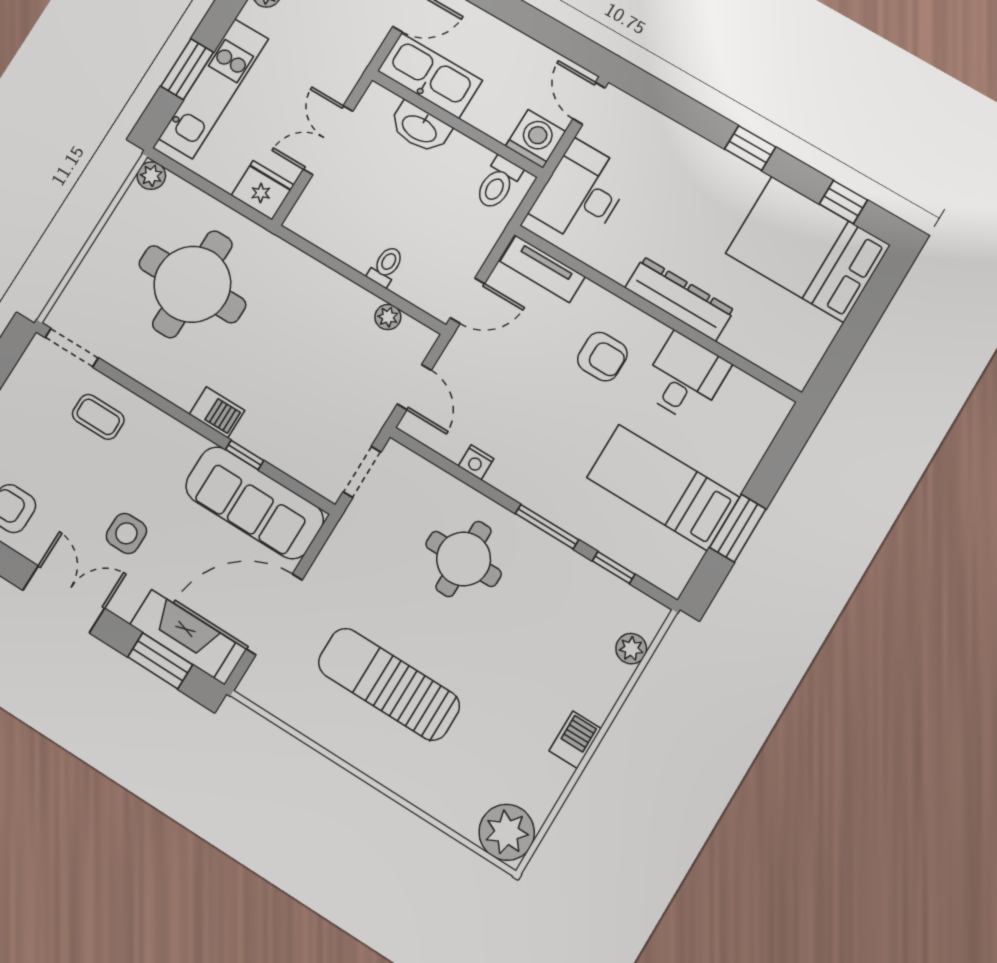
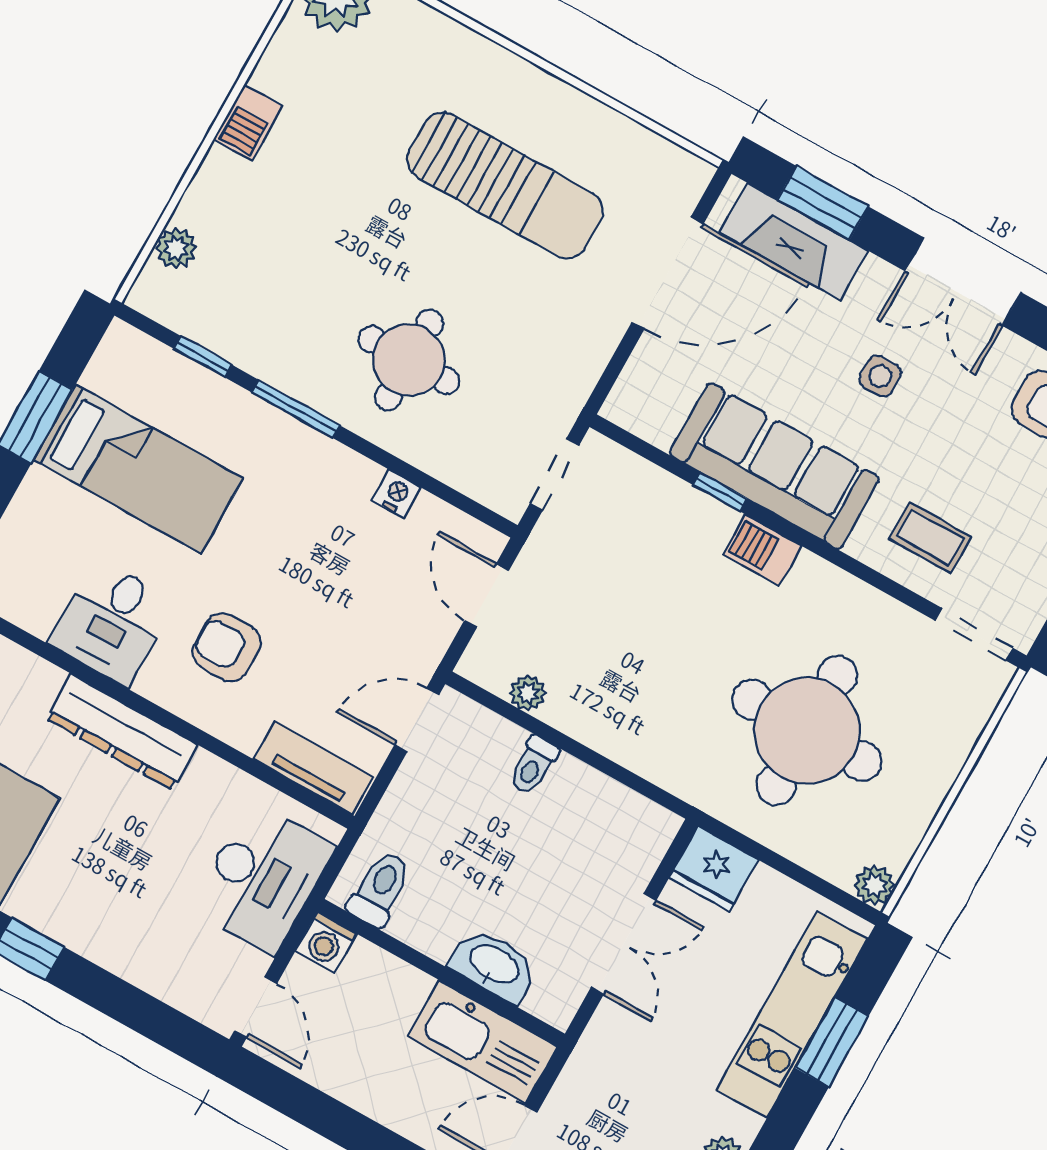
washing machine: (535, 139) -> (326, 942), width x0.73, depth x0.73
sofa: (254, 503) -> (774, 466), moved
side table: (126, 533) -> (880, 376), width x0.73, depth x0.73

